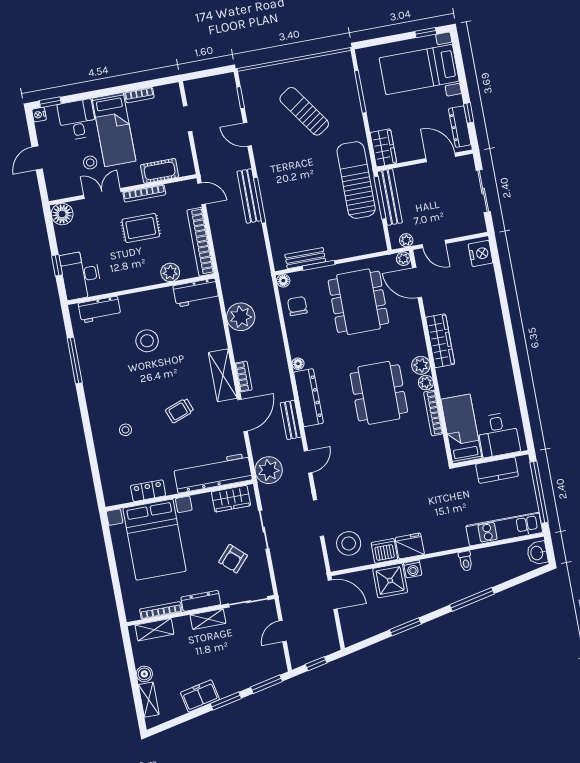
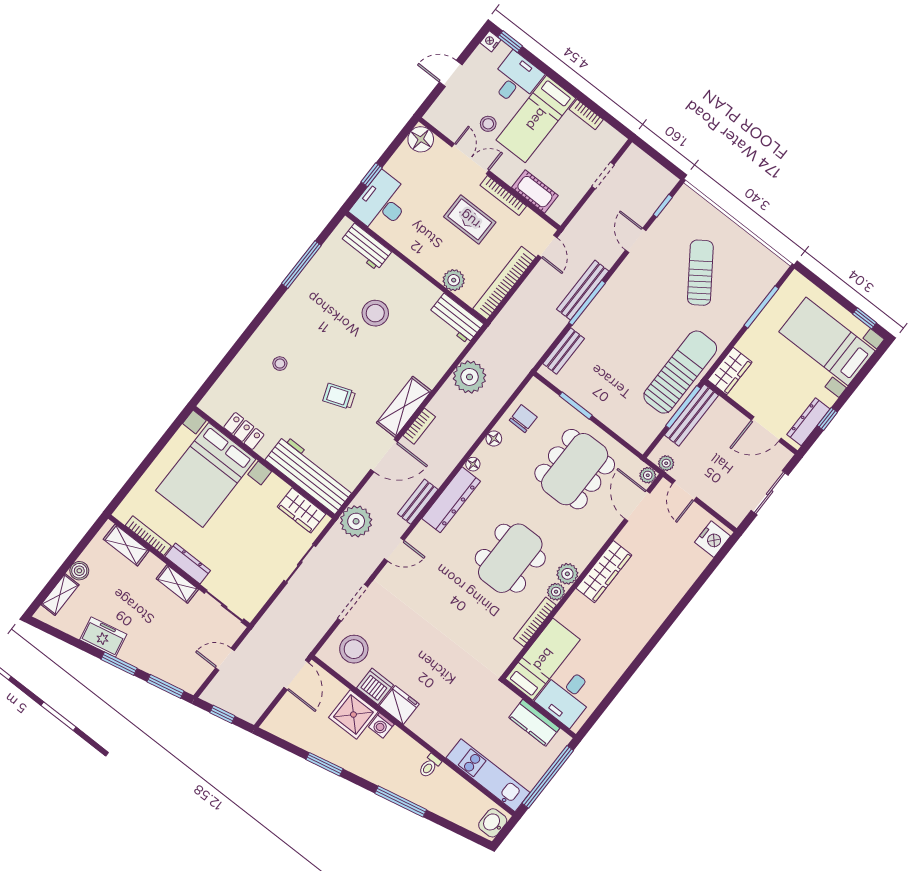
door: (441, 157) -> (766, 429), swing flipped
bench: (305, 258) -> (564, 351), moved, turned 90
floor lamp: (283, 281) -> (494, 439), moved
armchair: (233, 559) -> (250, 559), removed

